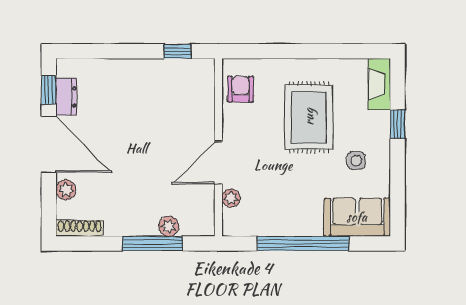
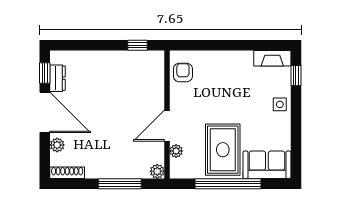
fireplace: (379, 84) -> (272, 58), moved, turned -90
rug: (309, 117) -> (223, 150), moved
window: (398, 124) -> (296, 76), moved
side table: (356, 160) -> (280, 104), moved
plant: (169, 226) -> (157, 171), moved

